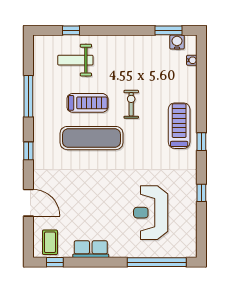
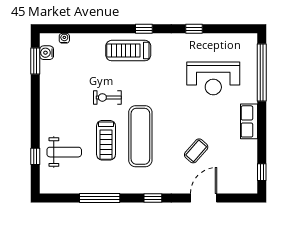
weight bench: (75, 60) -> (64, 152), turned -90
treadmill: (87, 103) -> (106, 140), turned 180
coffee table: (50, 242) -> (196, 151), moved, turned -49
row of seats: (91, 249) -> (249, 121), moved

